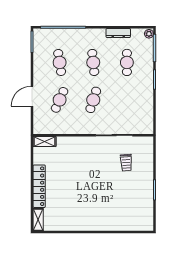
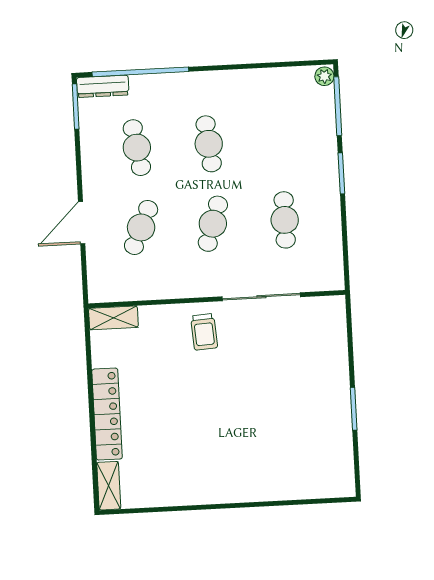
dresser: (118, 33) -> (103, 86), moved
cafe table: (127, 62) -> (285, 220), moved
trolley: (126, 163) -> (204, 332), moved

